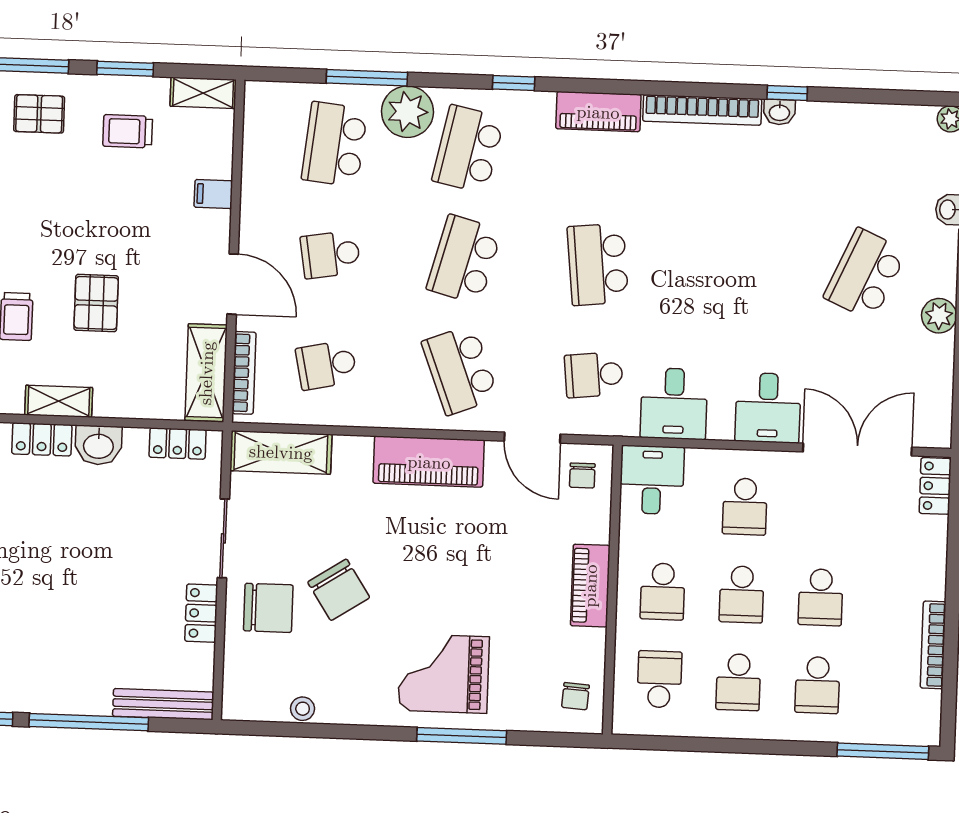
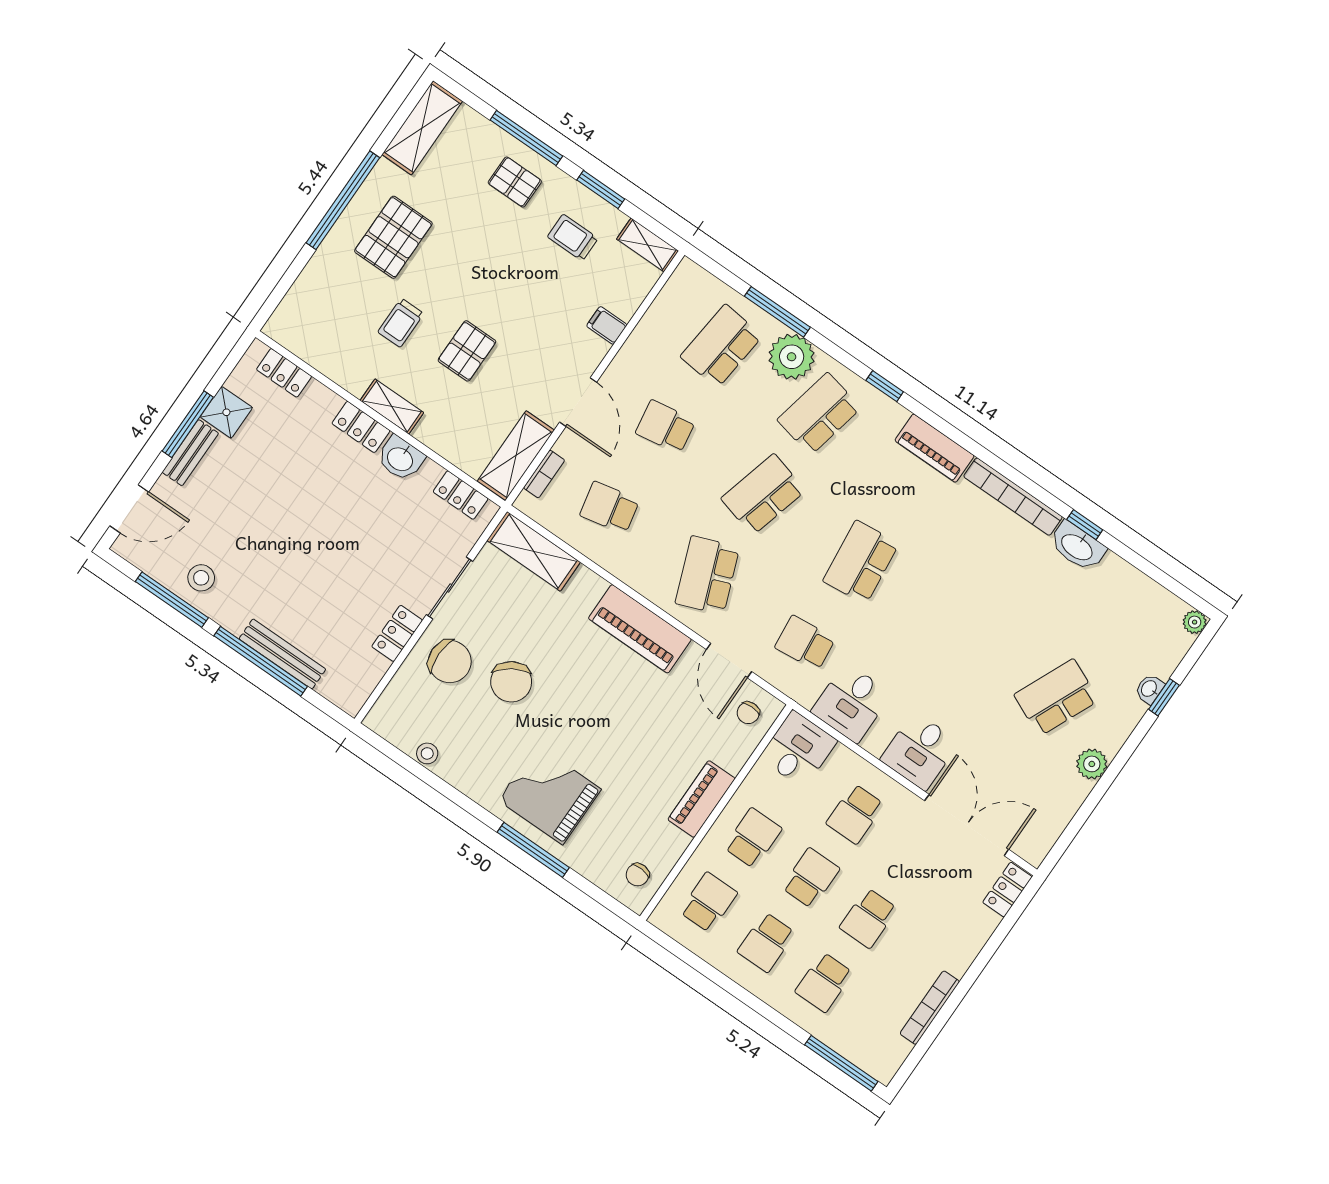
washbasin: (779, 112) -> (1077, 546), width x1.91, depth x1.45
bookcase: (244, 373) -> (544, 474), width x0.64
school desk: (663, 591) -> (753, 838), turned 180
school desk: (742, 594) -> (811, 878), turned 180
bench: (163, 704) -> (282, 654), moved

